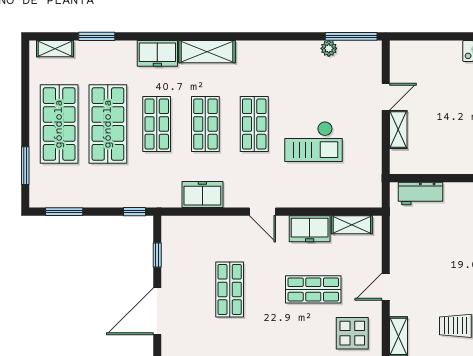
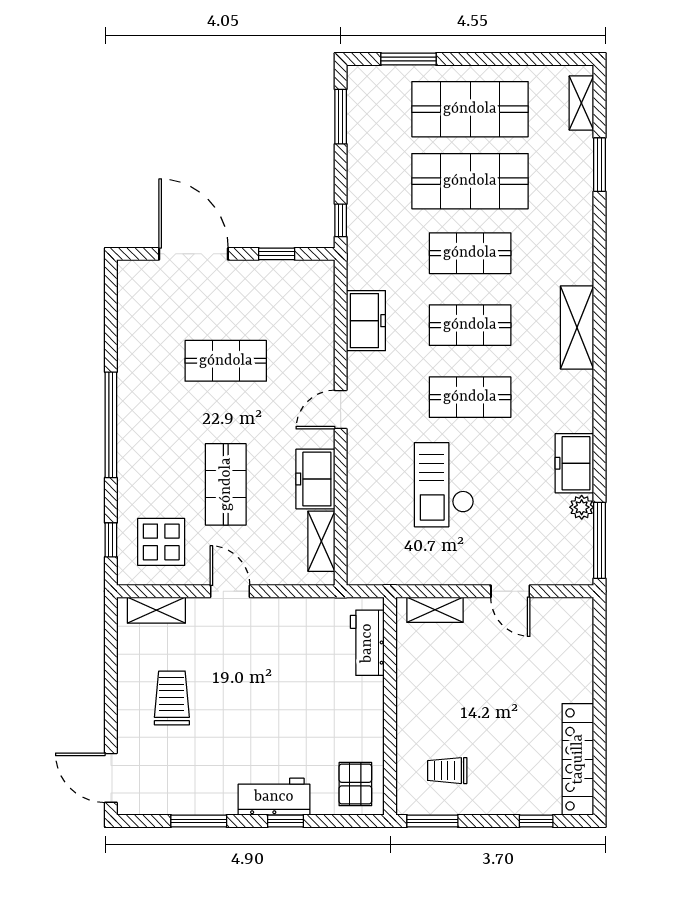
freezer: (157, 53) -> (574, 463), moved
shelving: (398, 129) -> (435, 610), moved

